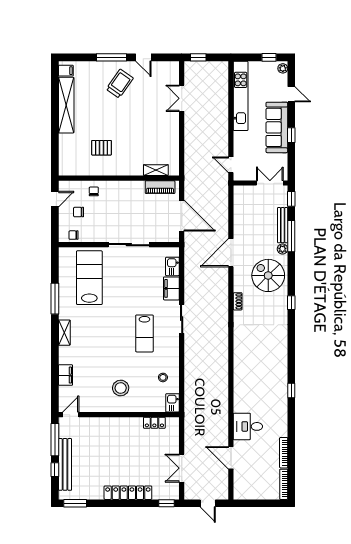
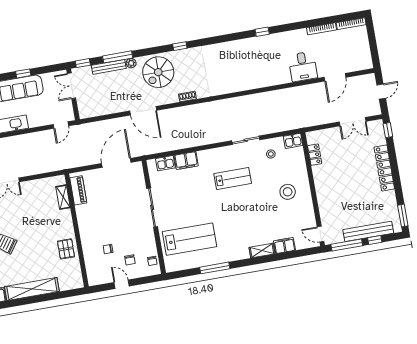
shelving: (156, 170) -> (63, 197), moved
wall: (119, 178) -> (77, 230), moved
piano: (160, 187) -> (78, 190), moved
lab bench: (89, 278) -> (189, 239), turned 180
sliding door: (182, 319) -> (246, 140), moved
shelving: (64, 333) -> (262, 251), moved

